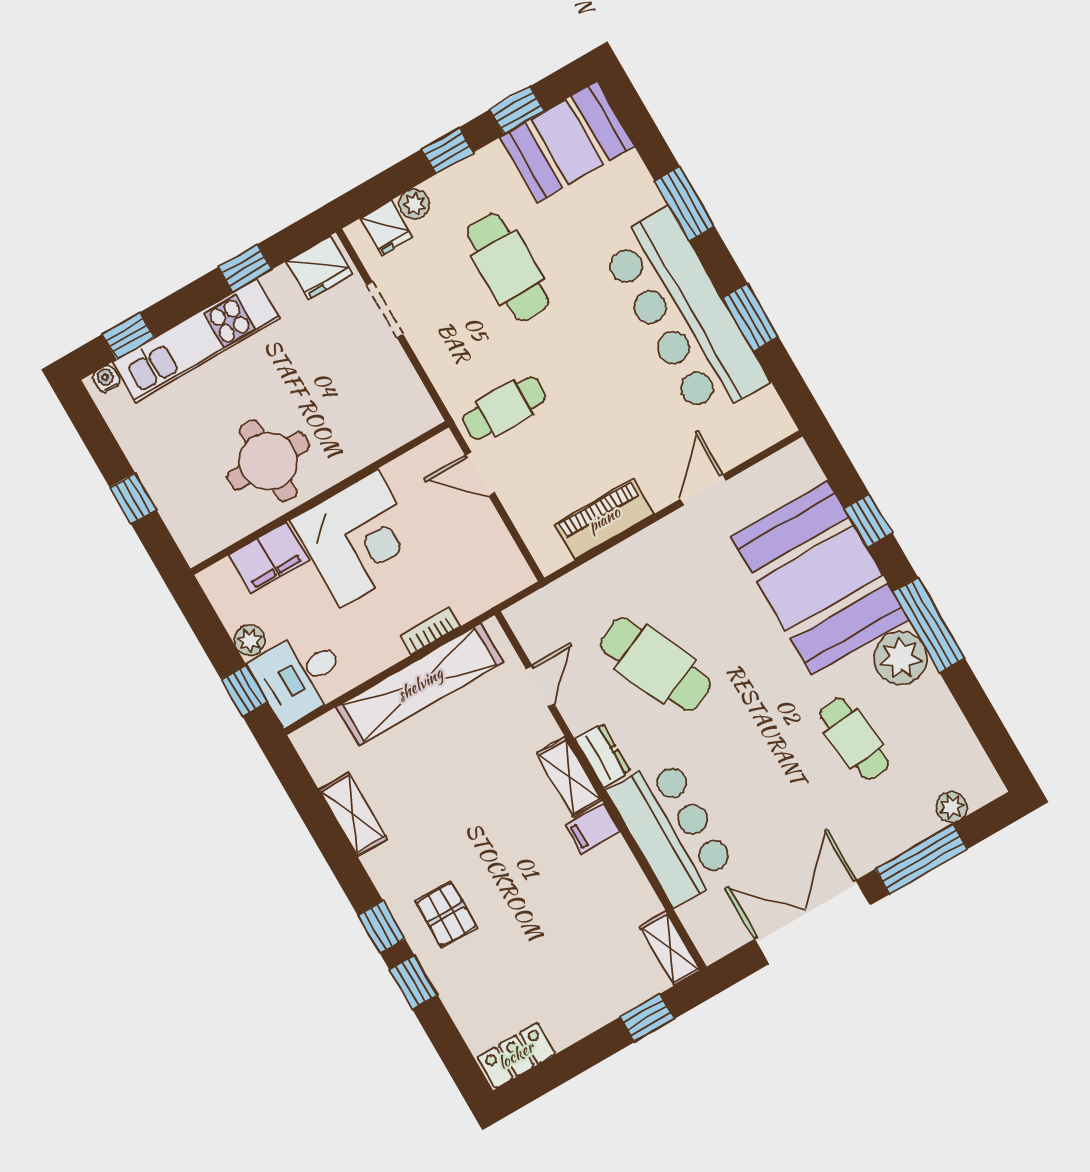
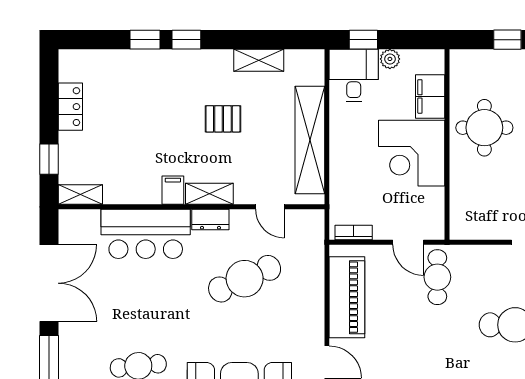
door: (480, 474) -> (408, 242), swing flipped
piano: (604, 519) -> (347, 297), width x1.37, depth x1.33
bookcase: (430, 631) -> (354, 232), moved, turned -90
pallet: (446, 914) -> (223, 119), moved
locker: (516, 1055) -> (70, 107), moved

